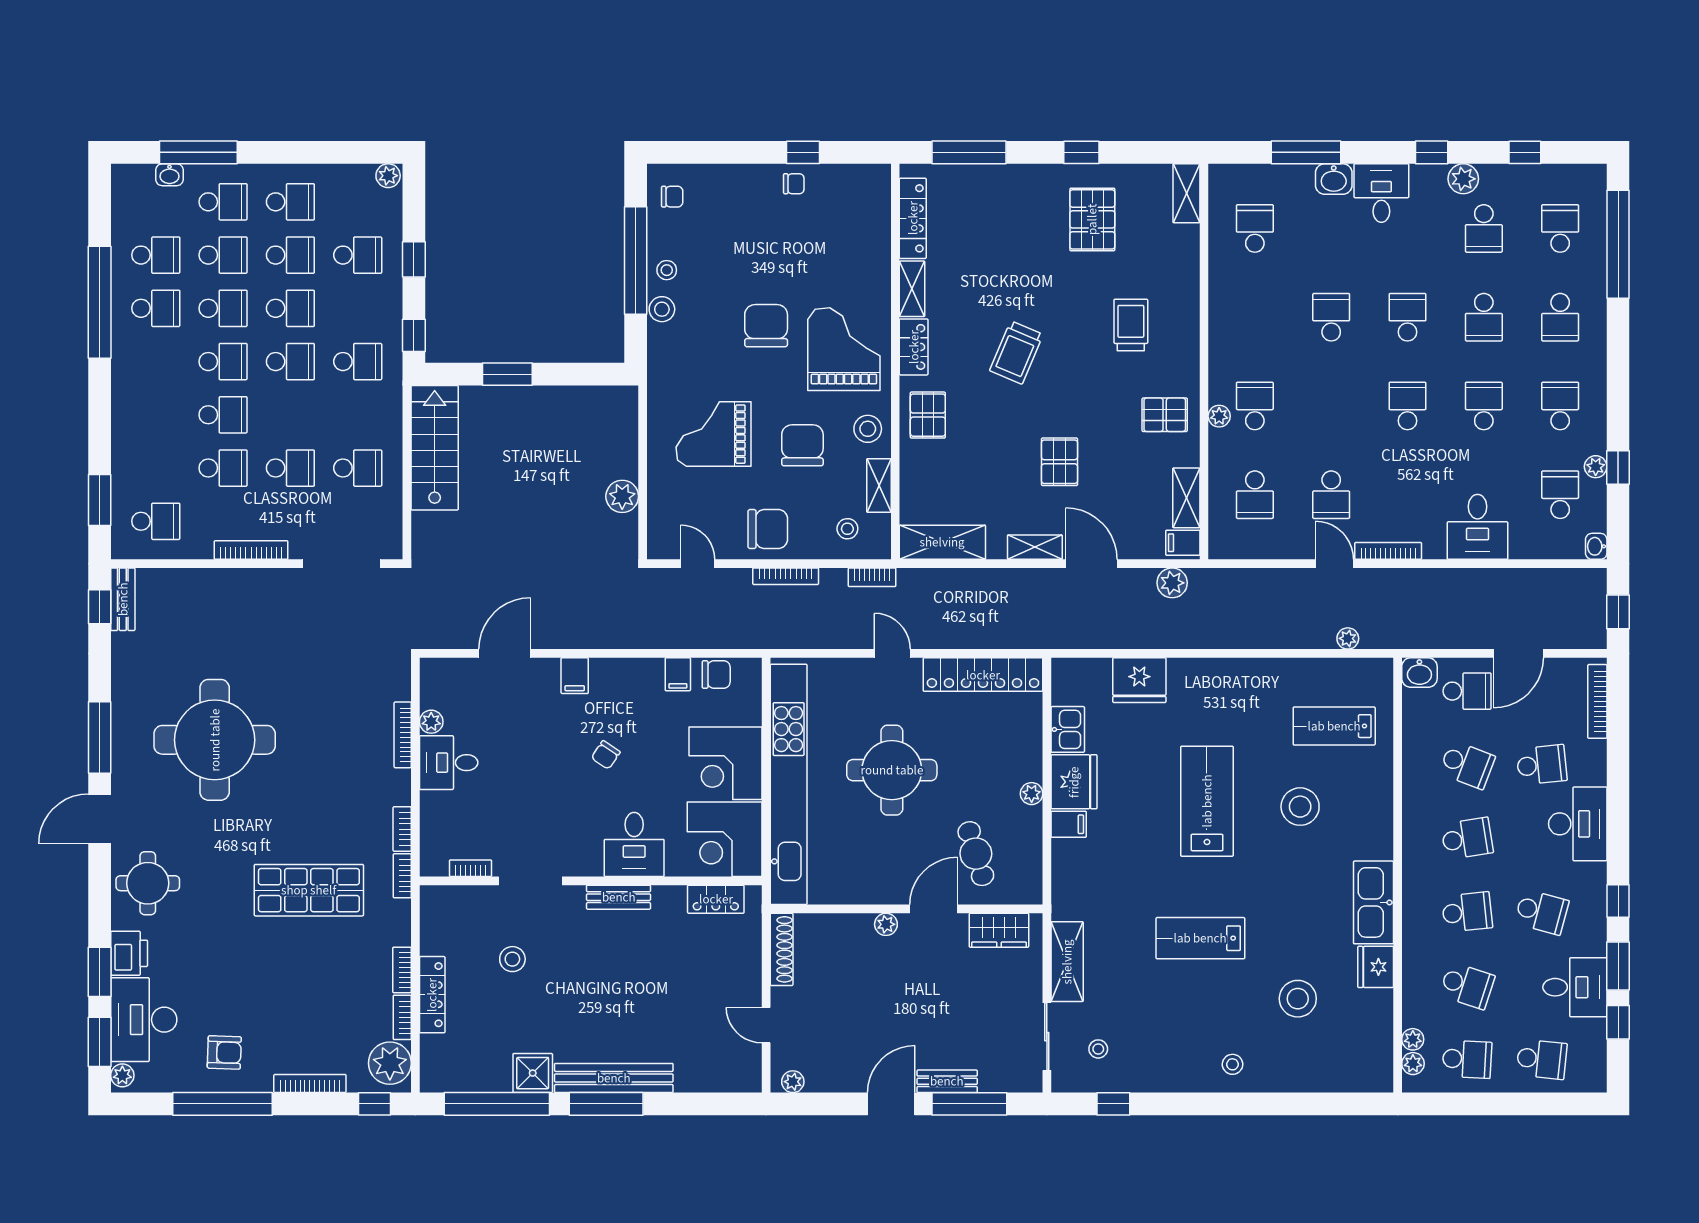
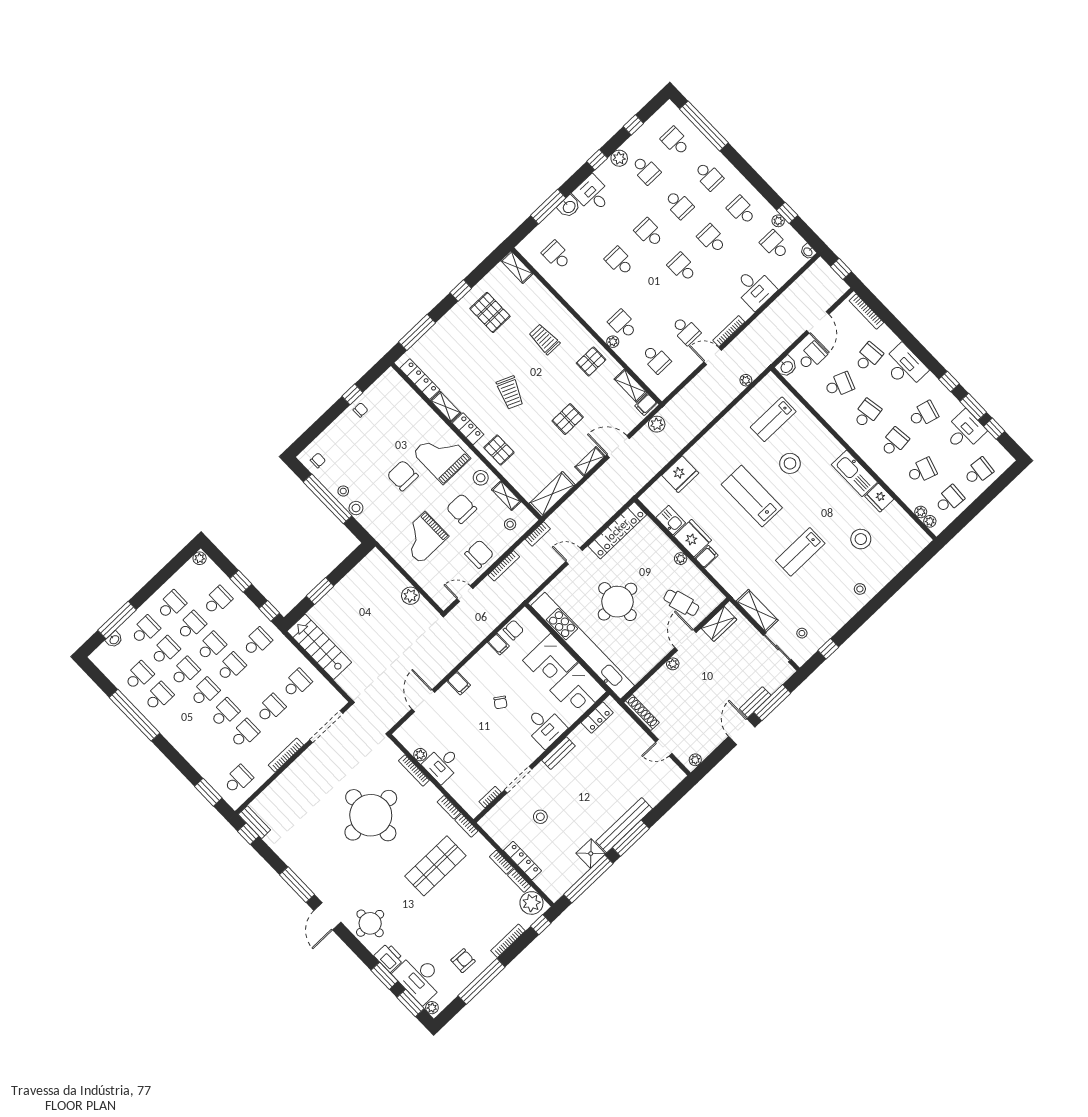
pallet: (1059, 462) -> (568, 419), turned 90
round table: (215, 740) -> (371, 815), moved

